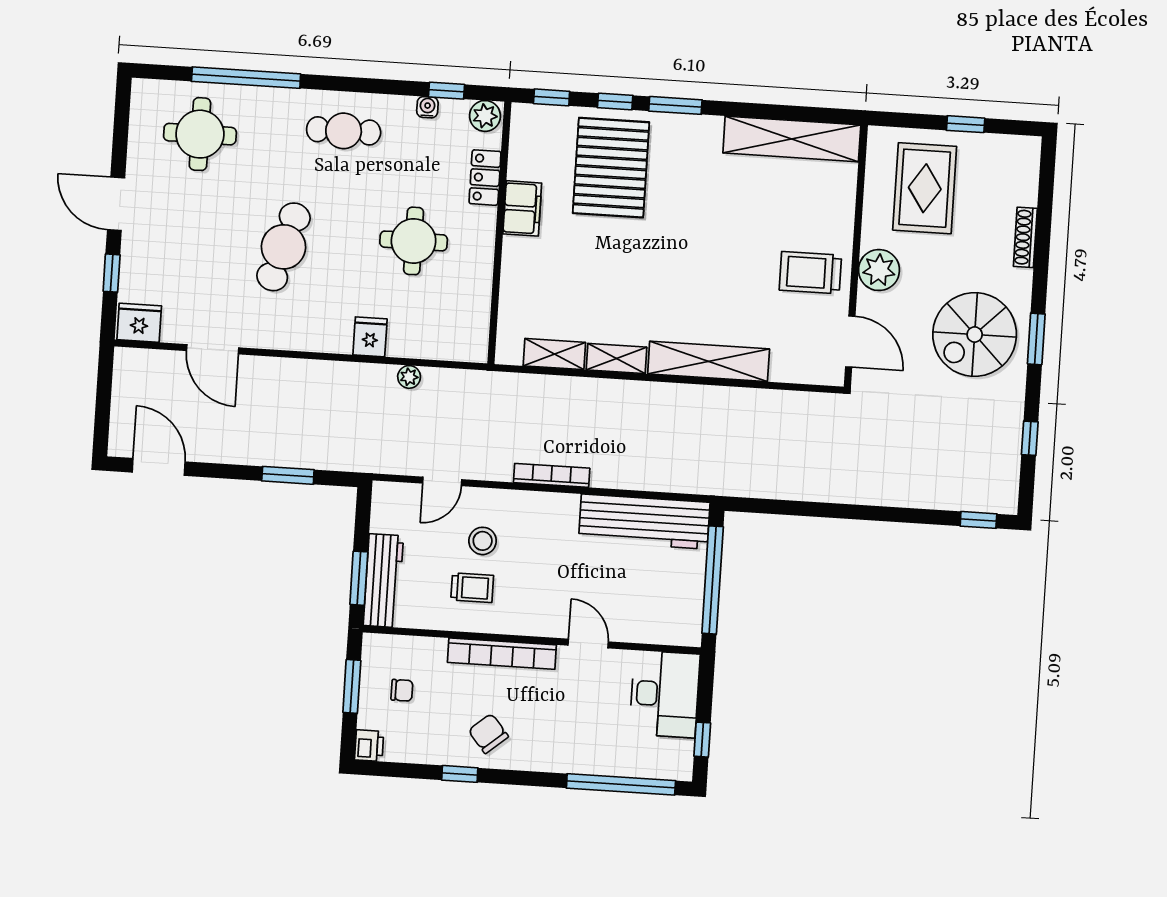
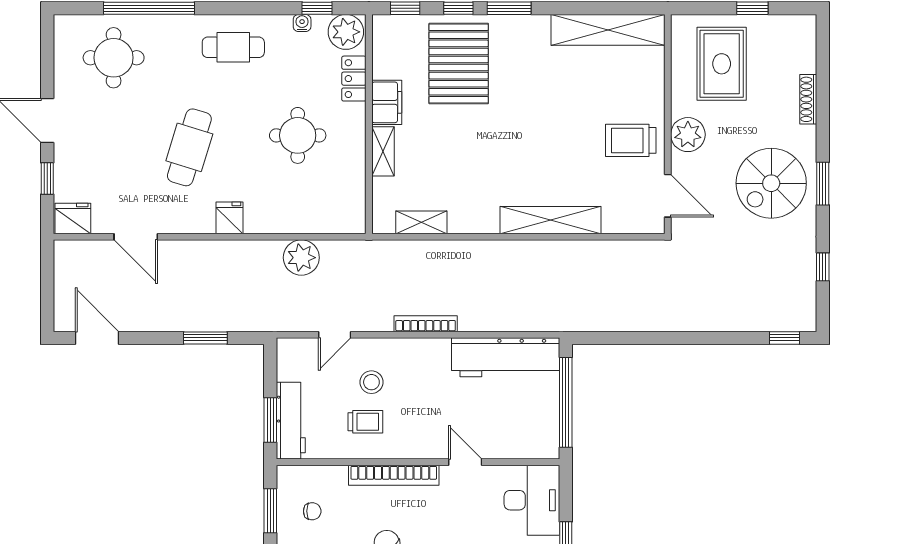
plant: (485, 116) -> (346, 32), width x1.36, depth x1.36
fridge: (370, 337) -> (229, 218), moved
shelving: (617, 359) -> (383, 151), moved, turned 90
plant: (409, 377) -> (301, 258), width x1.87, depth x1.87

